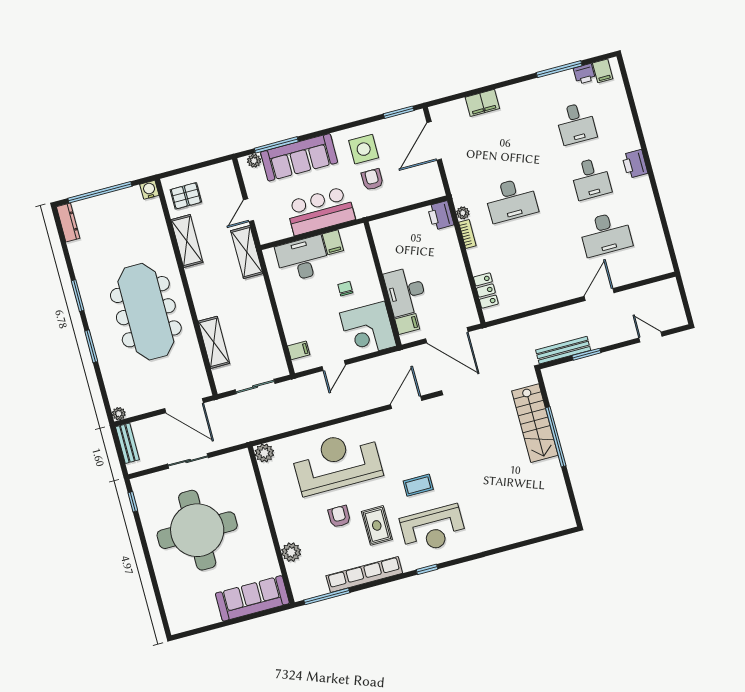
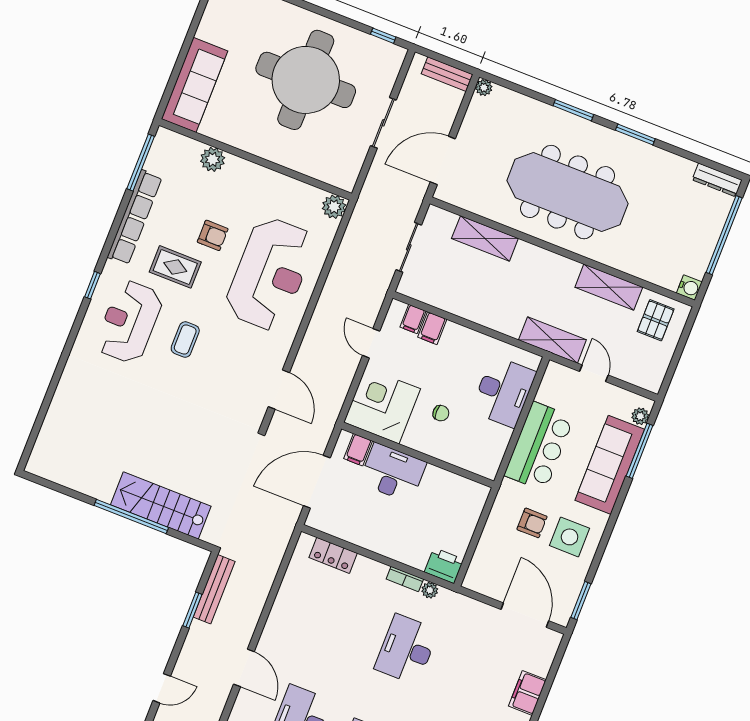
filing cabinet: (333, 242) -> (432, 328), moved, turned -90

